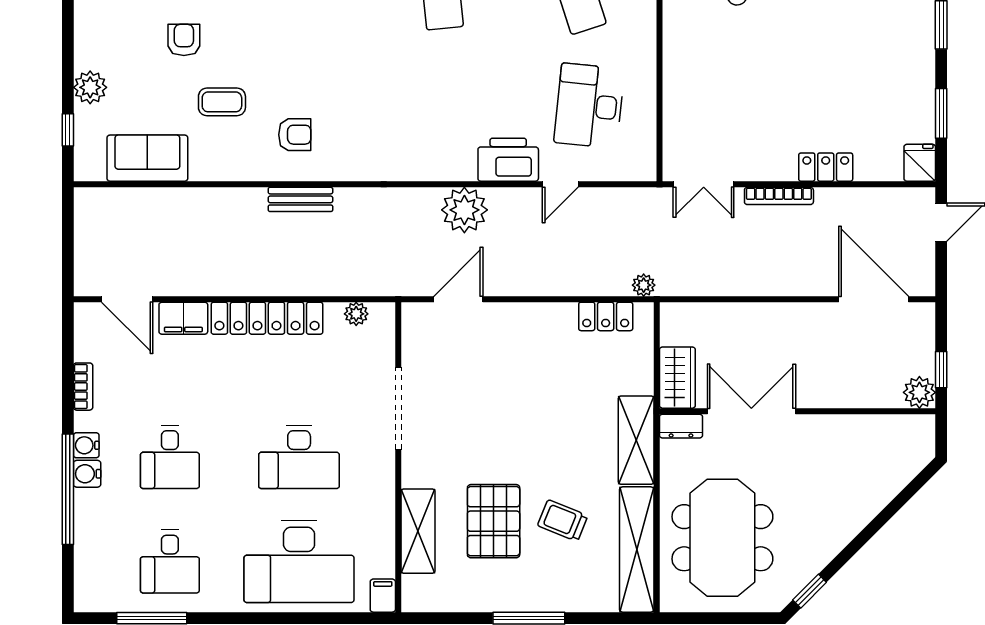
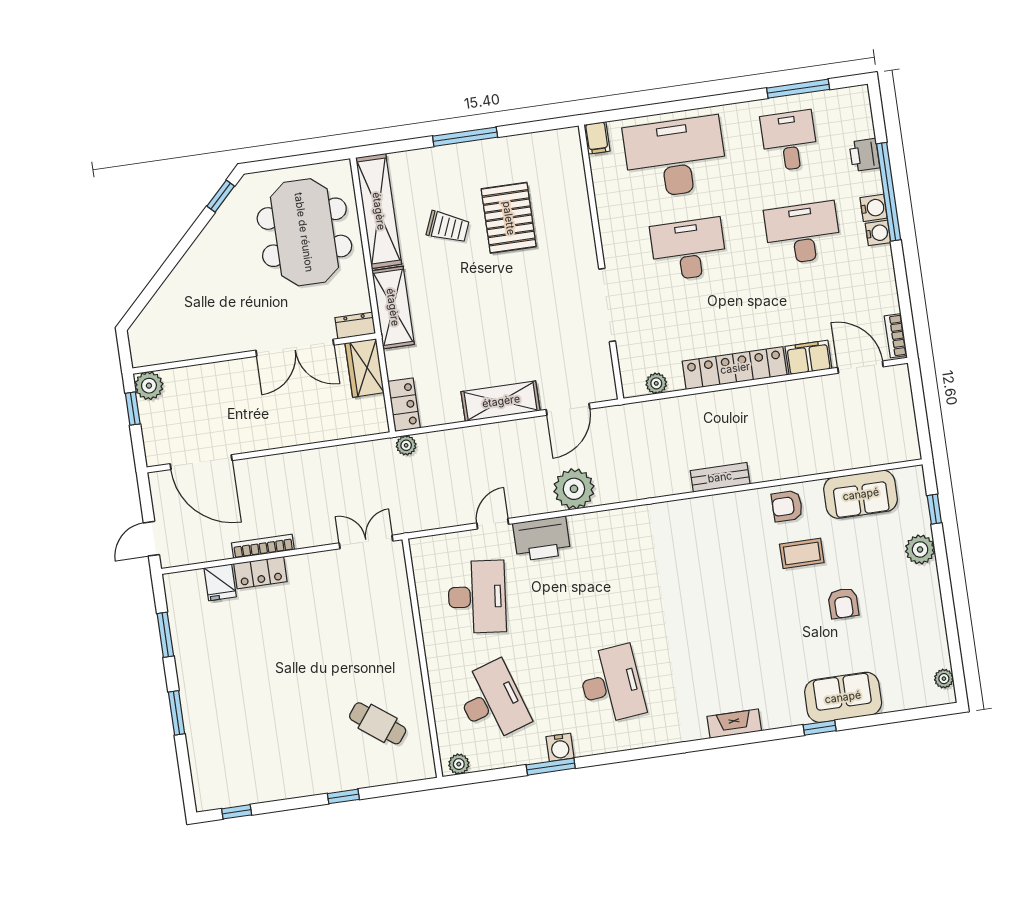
armchair: (295, 135) -> (787, 506), moved
fridge: (920, 163) -> (220, 582), moved
bookcase: (779, 196) -> (263, 546), moved
locker: (606, 316) -> (404, 405), moved, turned 90
bookcase: (83, 387) -> (896, 336), moved
desk: (170, 457) -> (803, 233), width x1.37
shelving: (418, 531) -> (501, 401), moved, turned 90
printer: (89, 534) -> (864, 155), added

